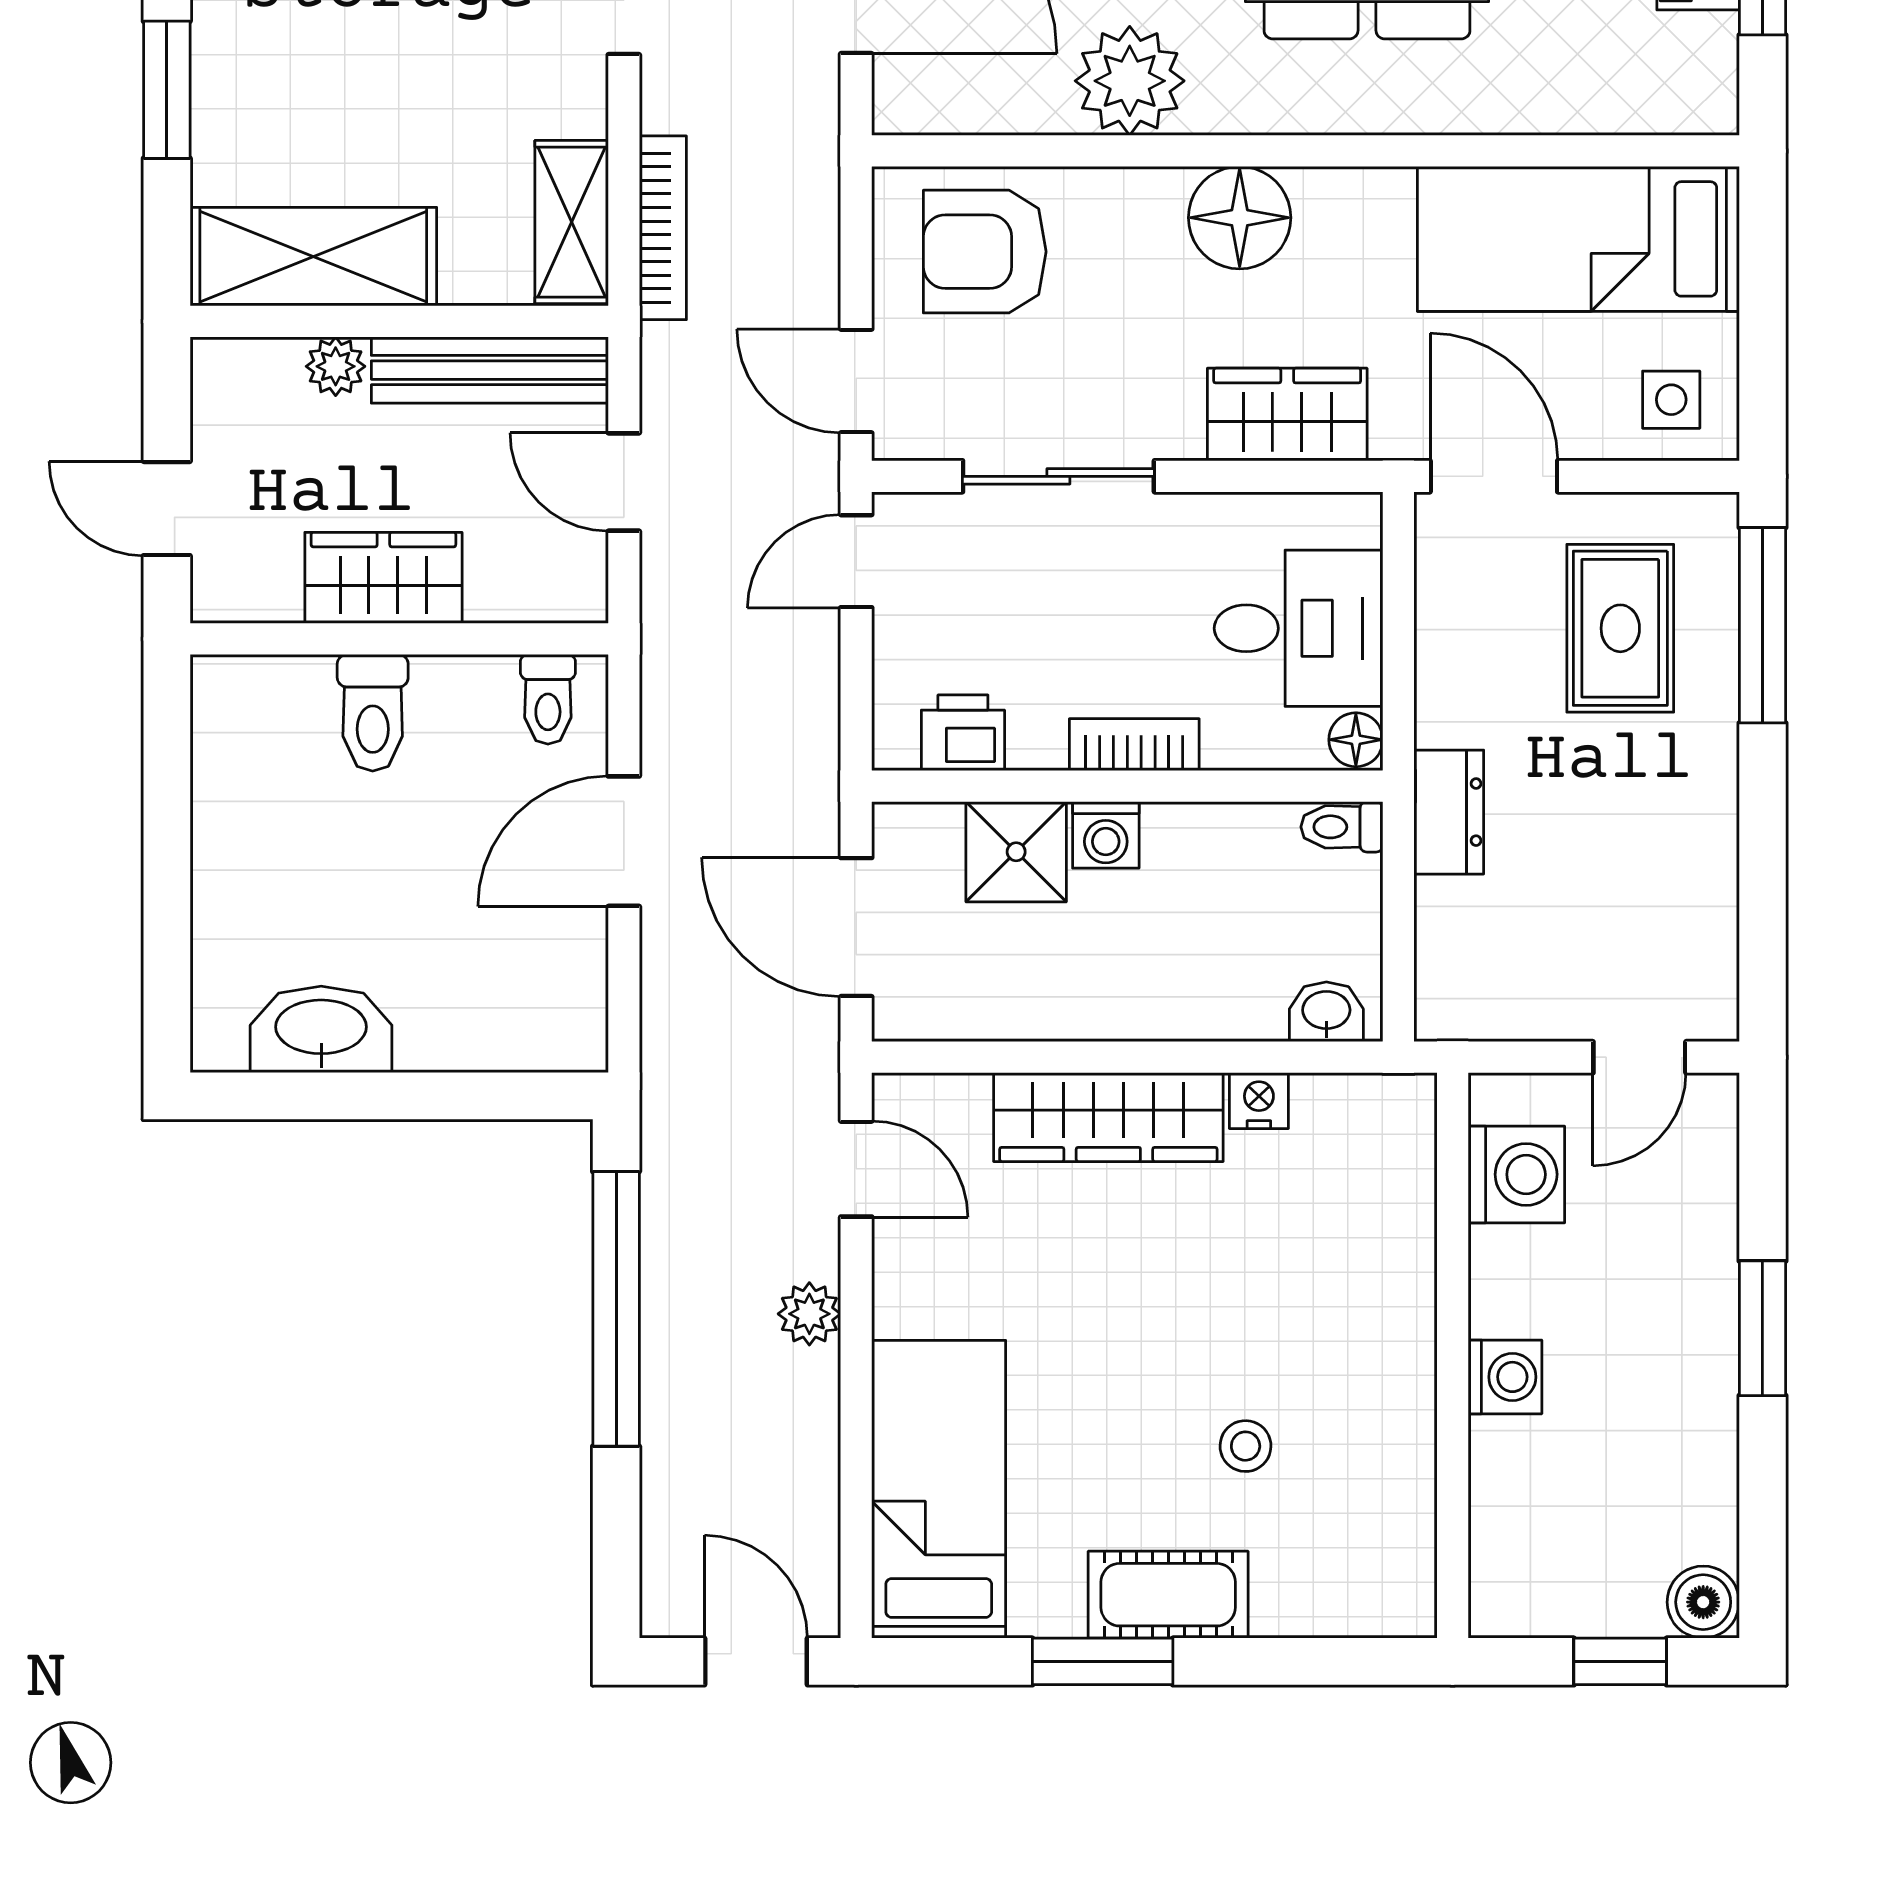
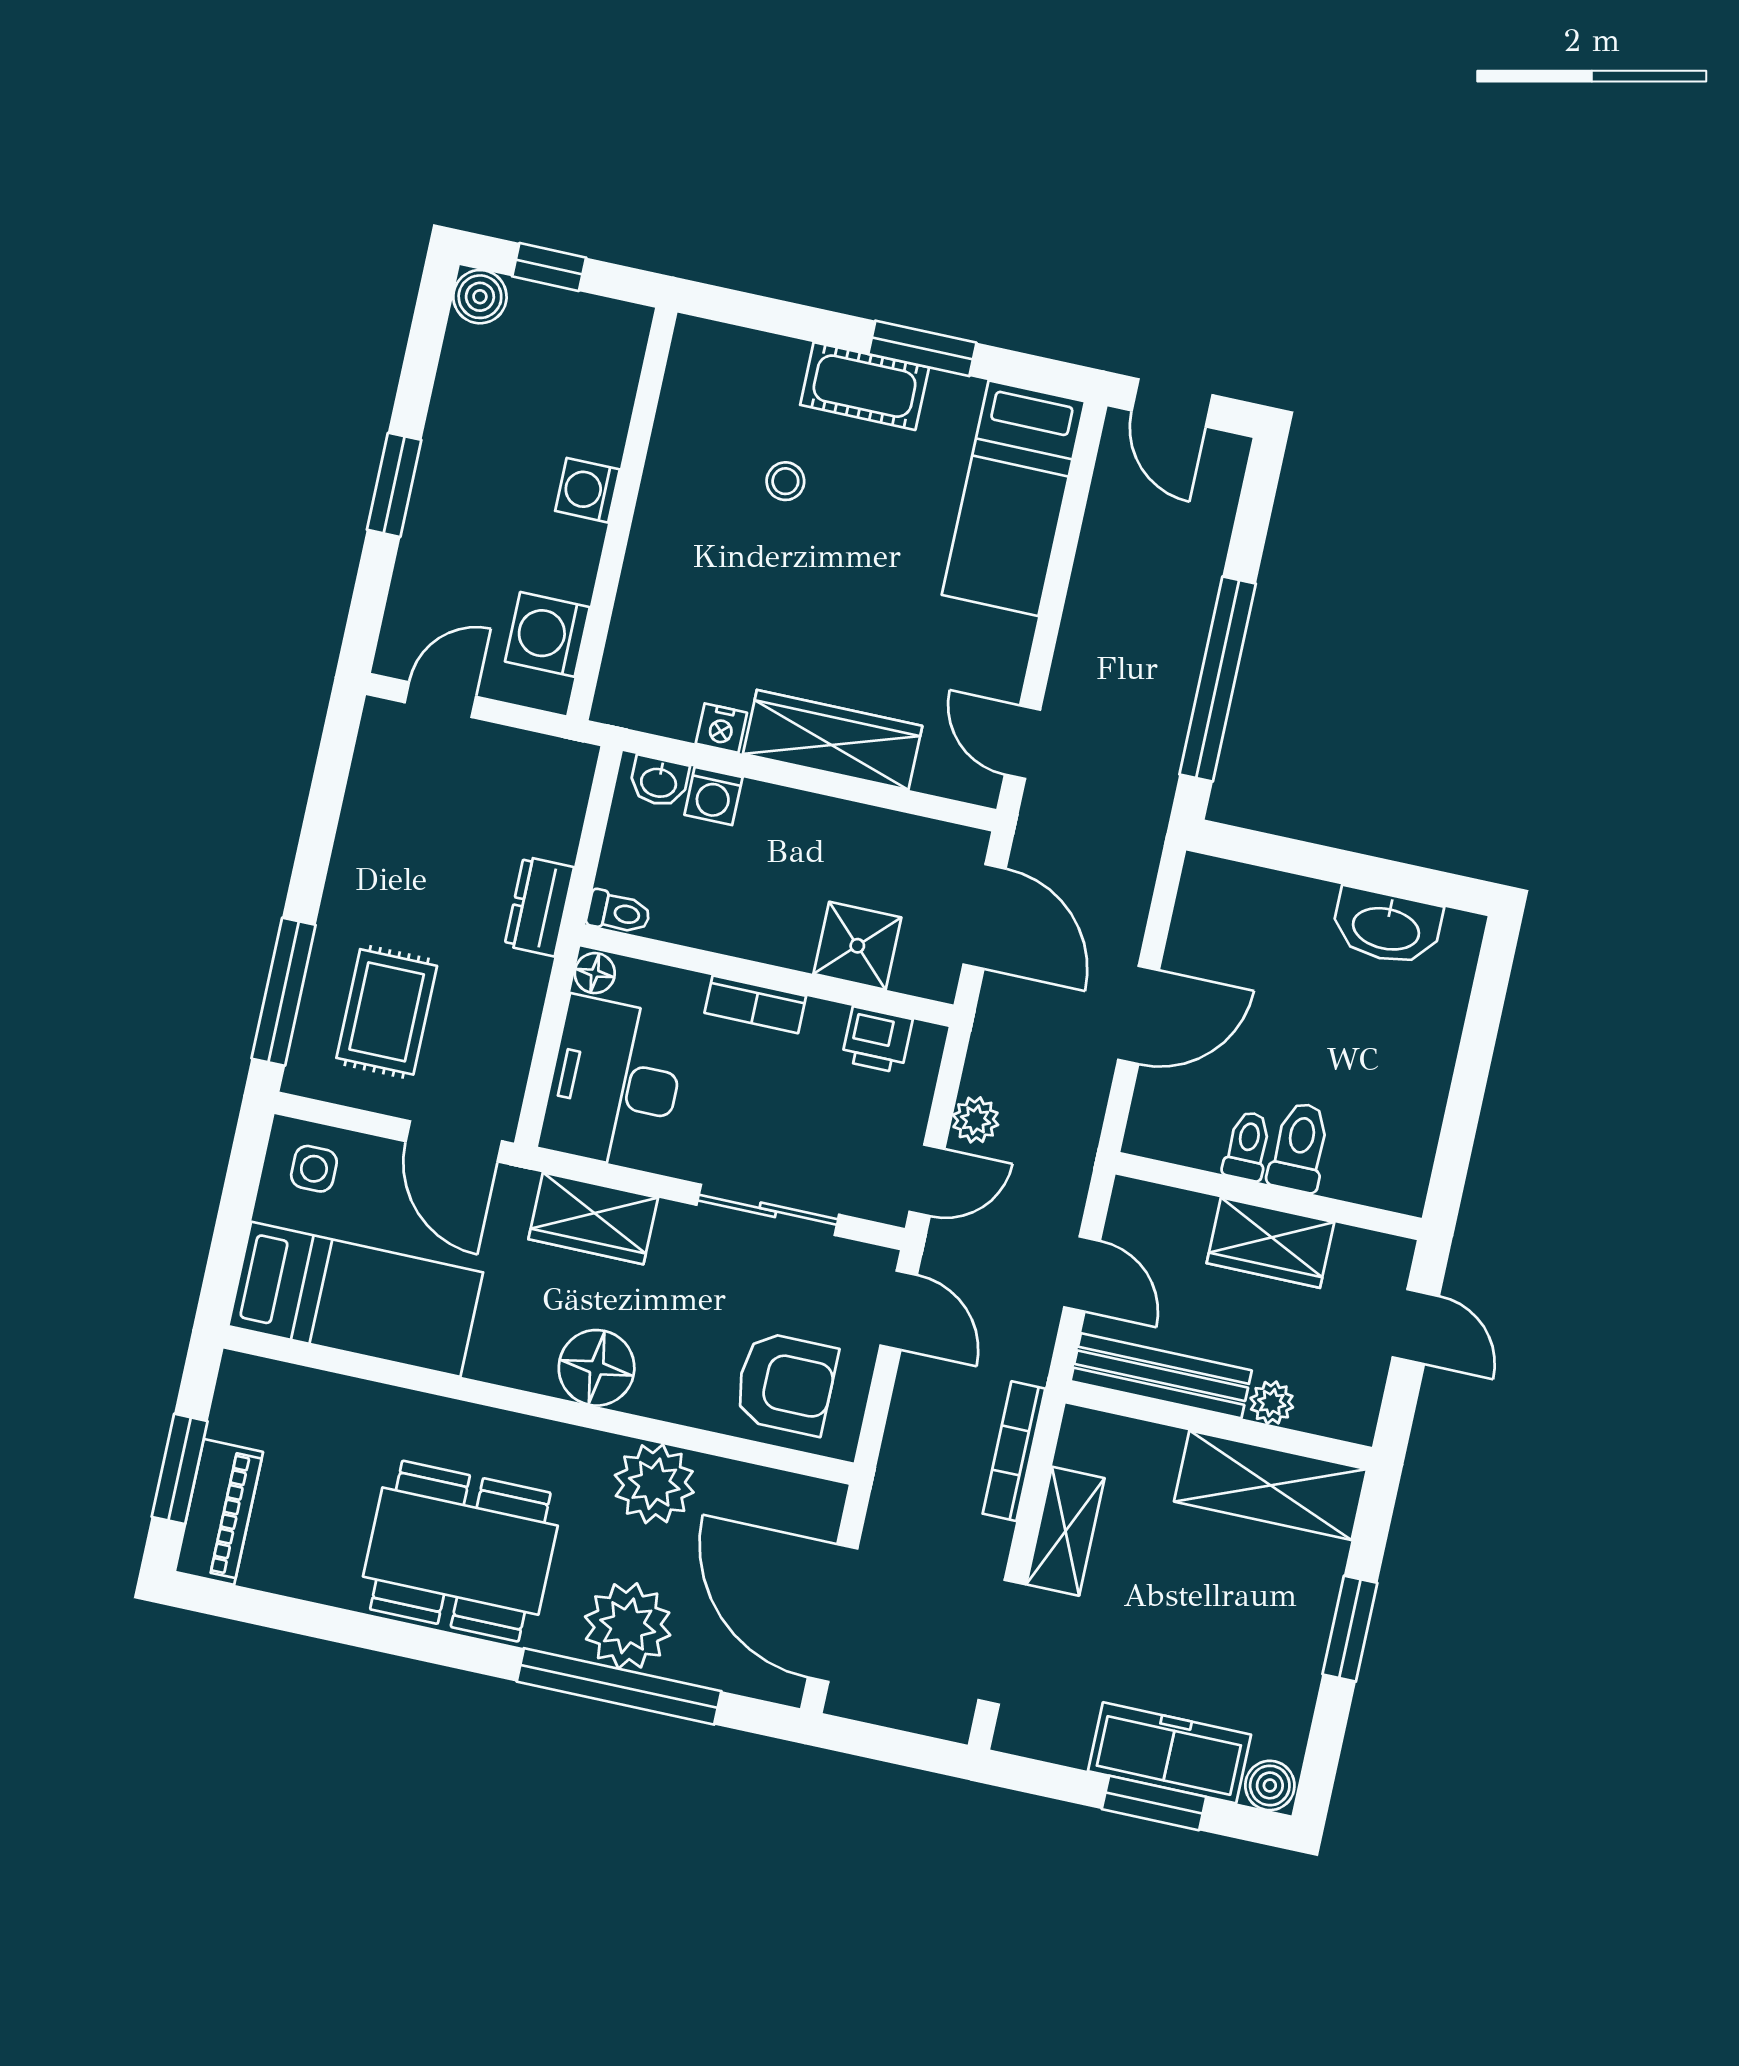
shelving: (572, 222) -> (1065, 1531), moved
desk: (1299, 628) -> (614, 1083), width x1.37
toilet: (548, 699) -> (1247, 1146), moved
washing machine: (1106, 835) -> (713, 796), moved, turned 180
plant: (809, 1314) -> (976, 1120), moved

